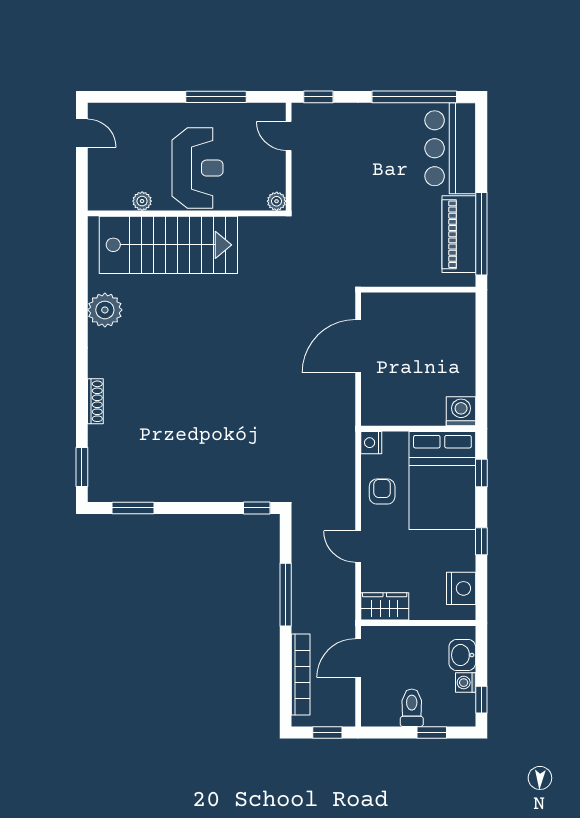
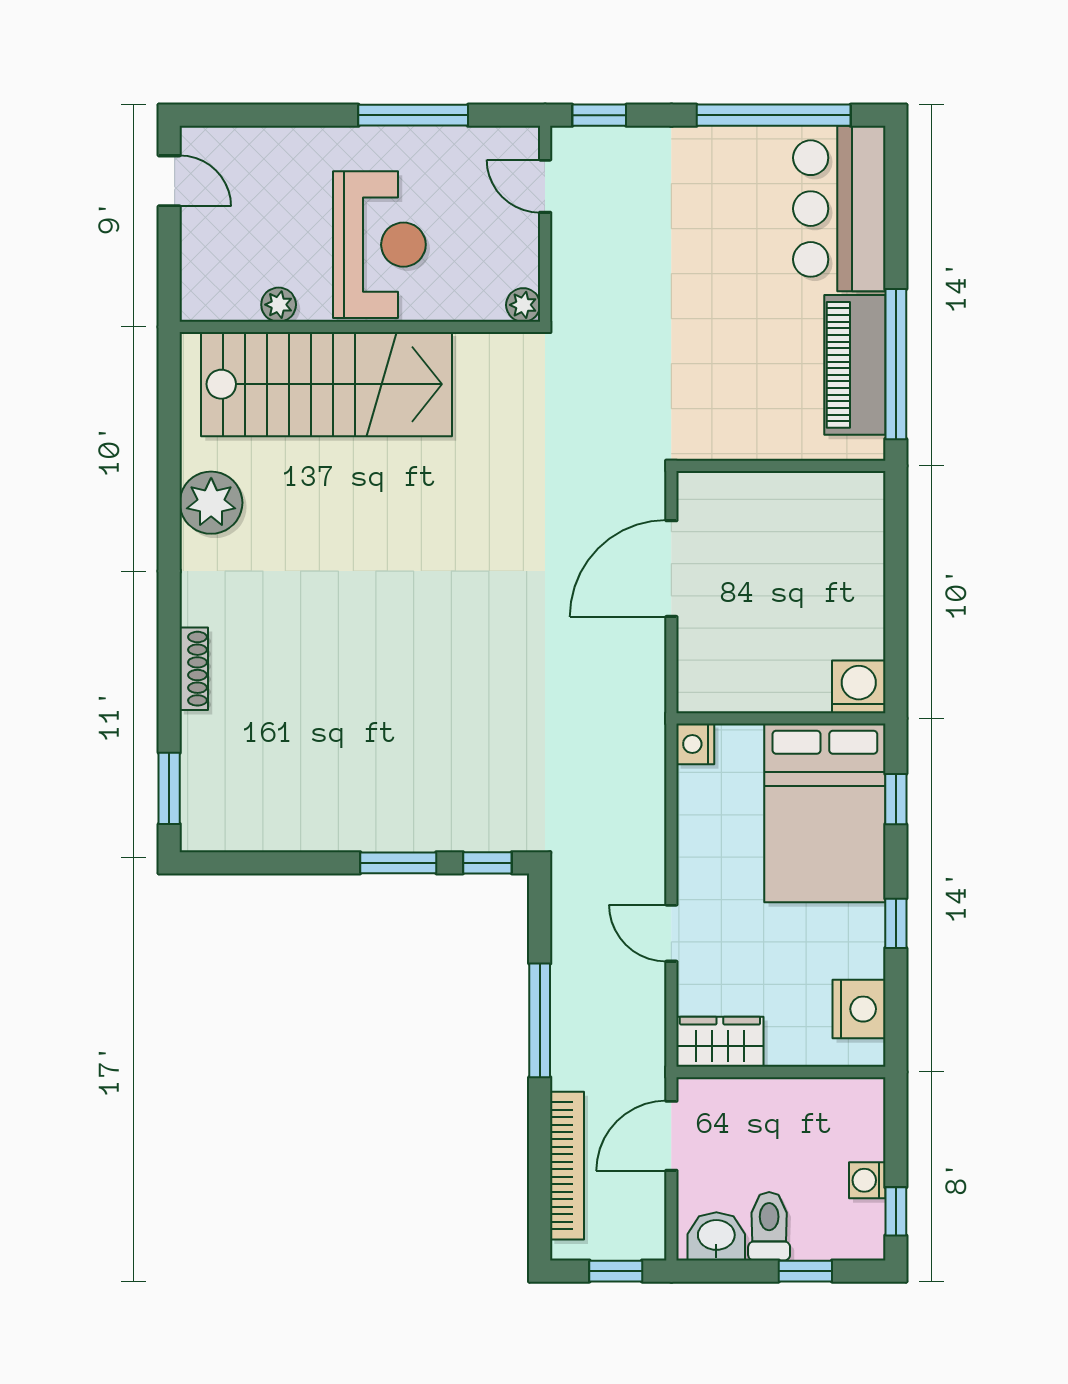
armchair: (382, 492) -> (715, 833), removed
window: (133, 508) -> (398, 863), moved
washbasin: (462, 655) -> (716, 1236), moved, turned 90

